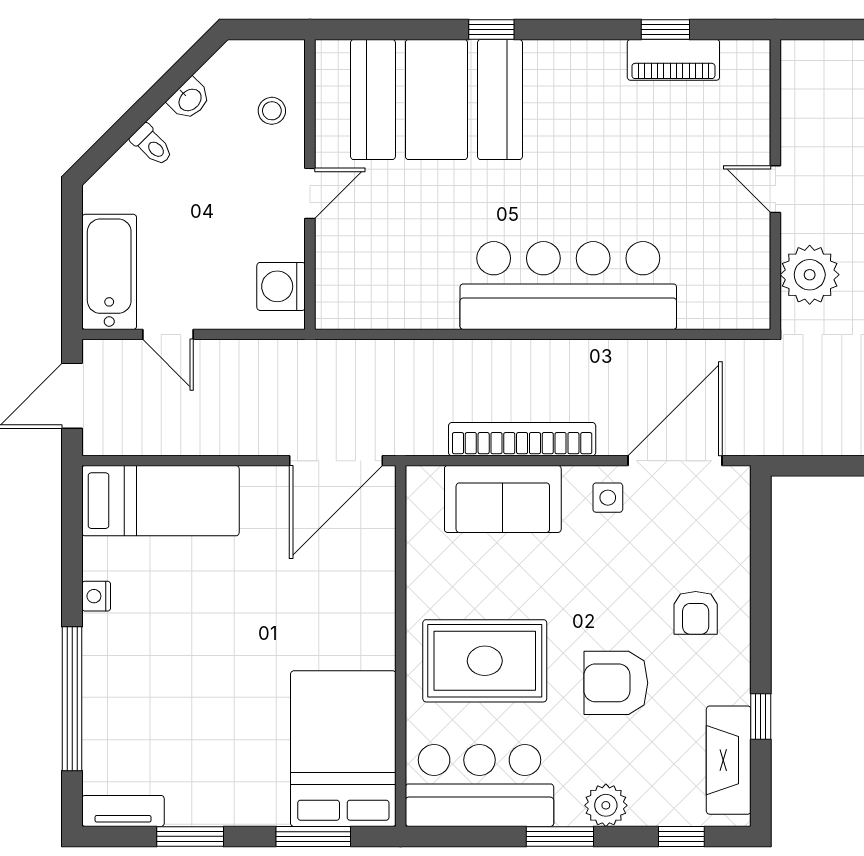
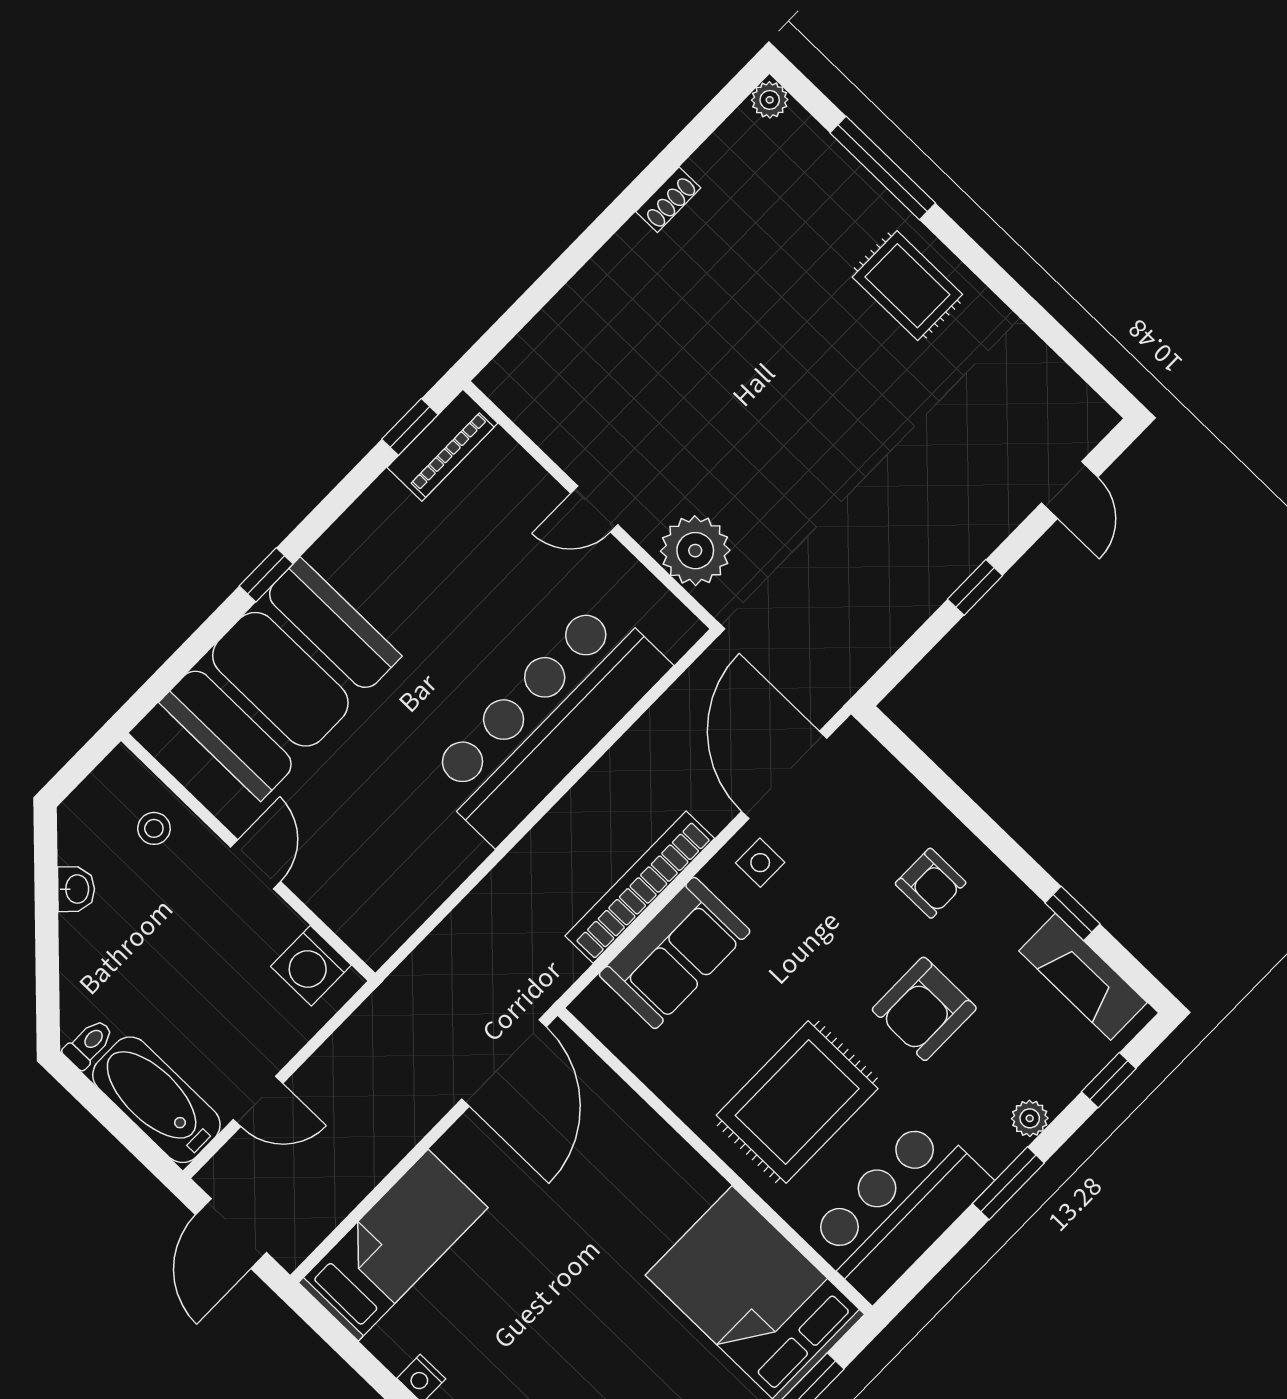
toilet: (152, 145) -> (89, 1044), moved, turned -45
wall: (775, 184) -> (590, 505), moved
door: (775, 189) -> (594, 509), moved
plant: (810, 275) -> (695, 551), moved
plant: (606, 805) -> (1030, 1118), width x0.73, depth x0.73

